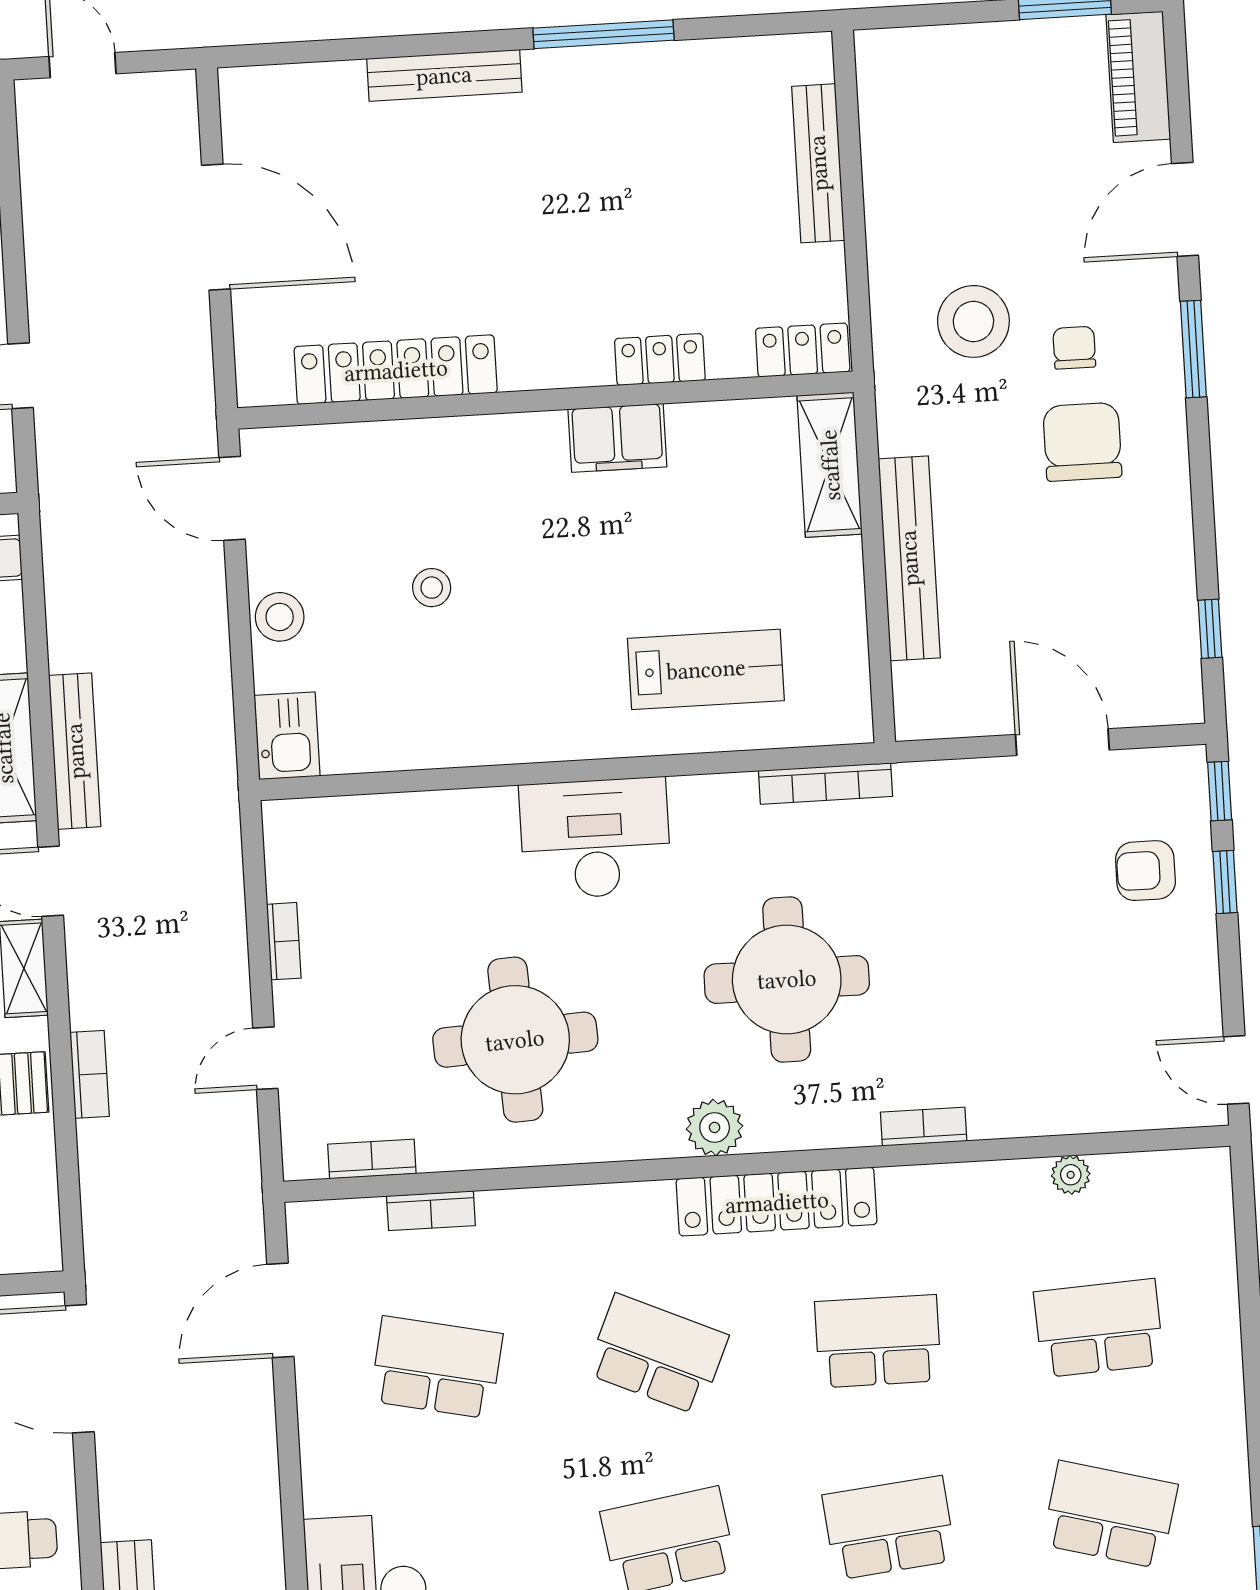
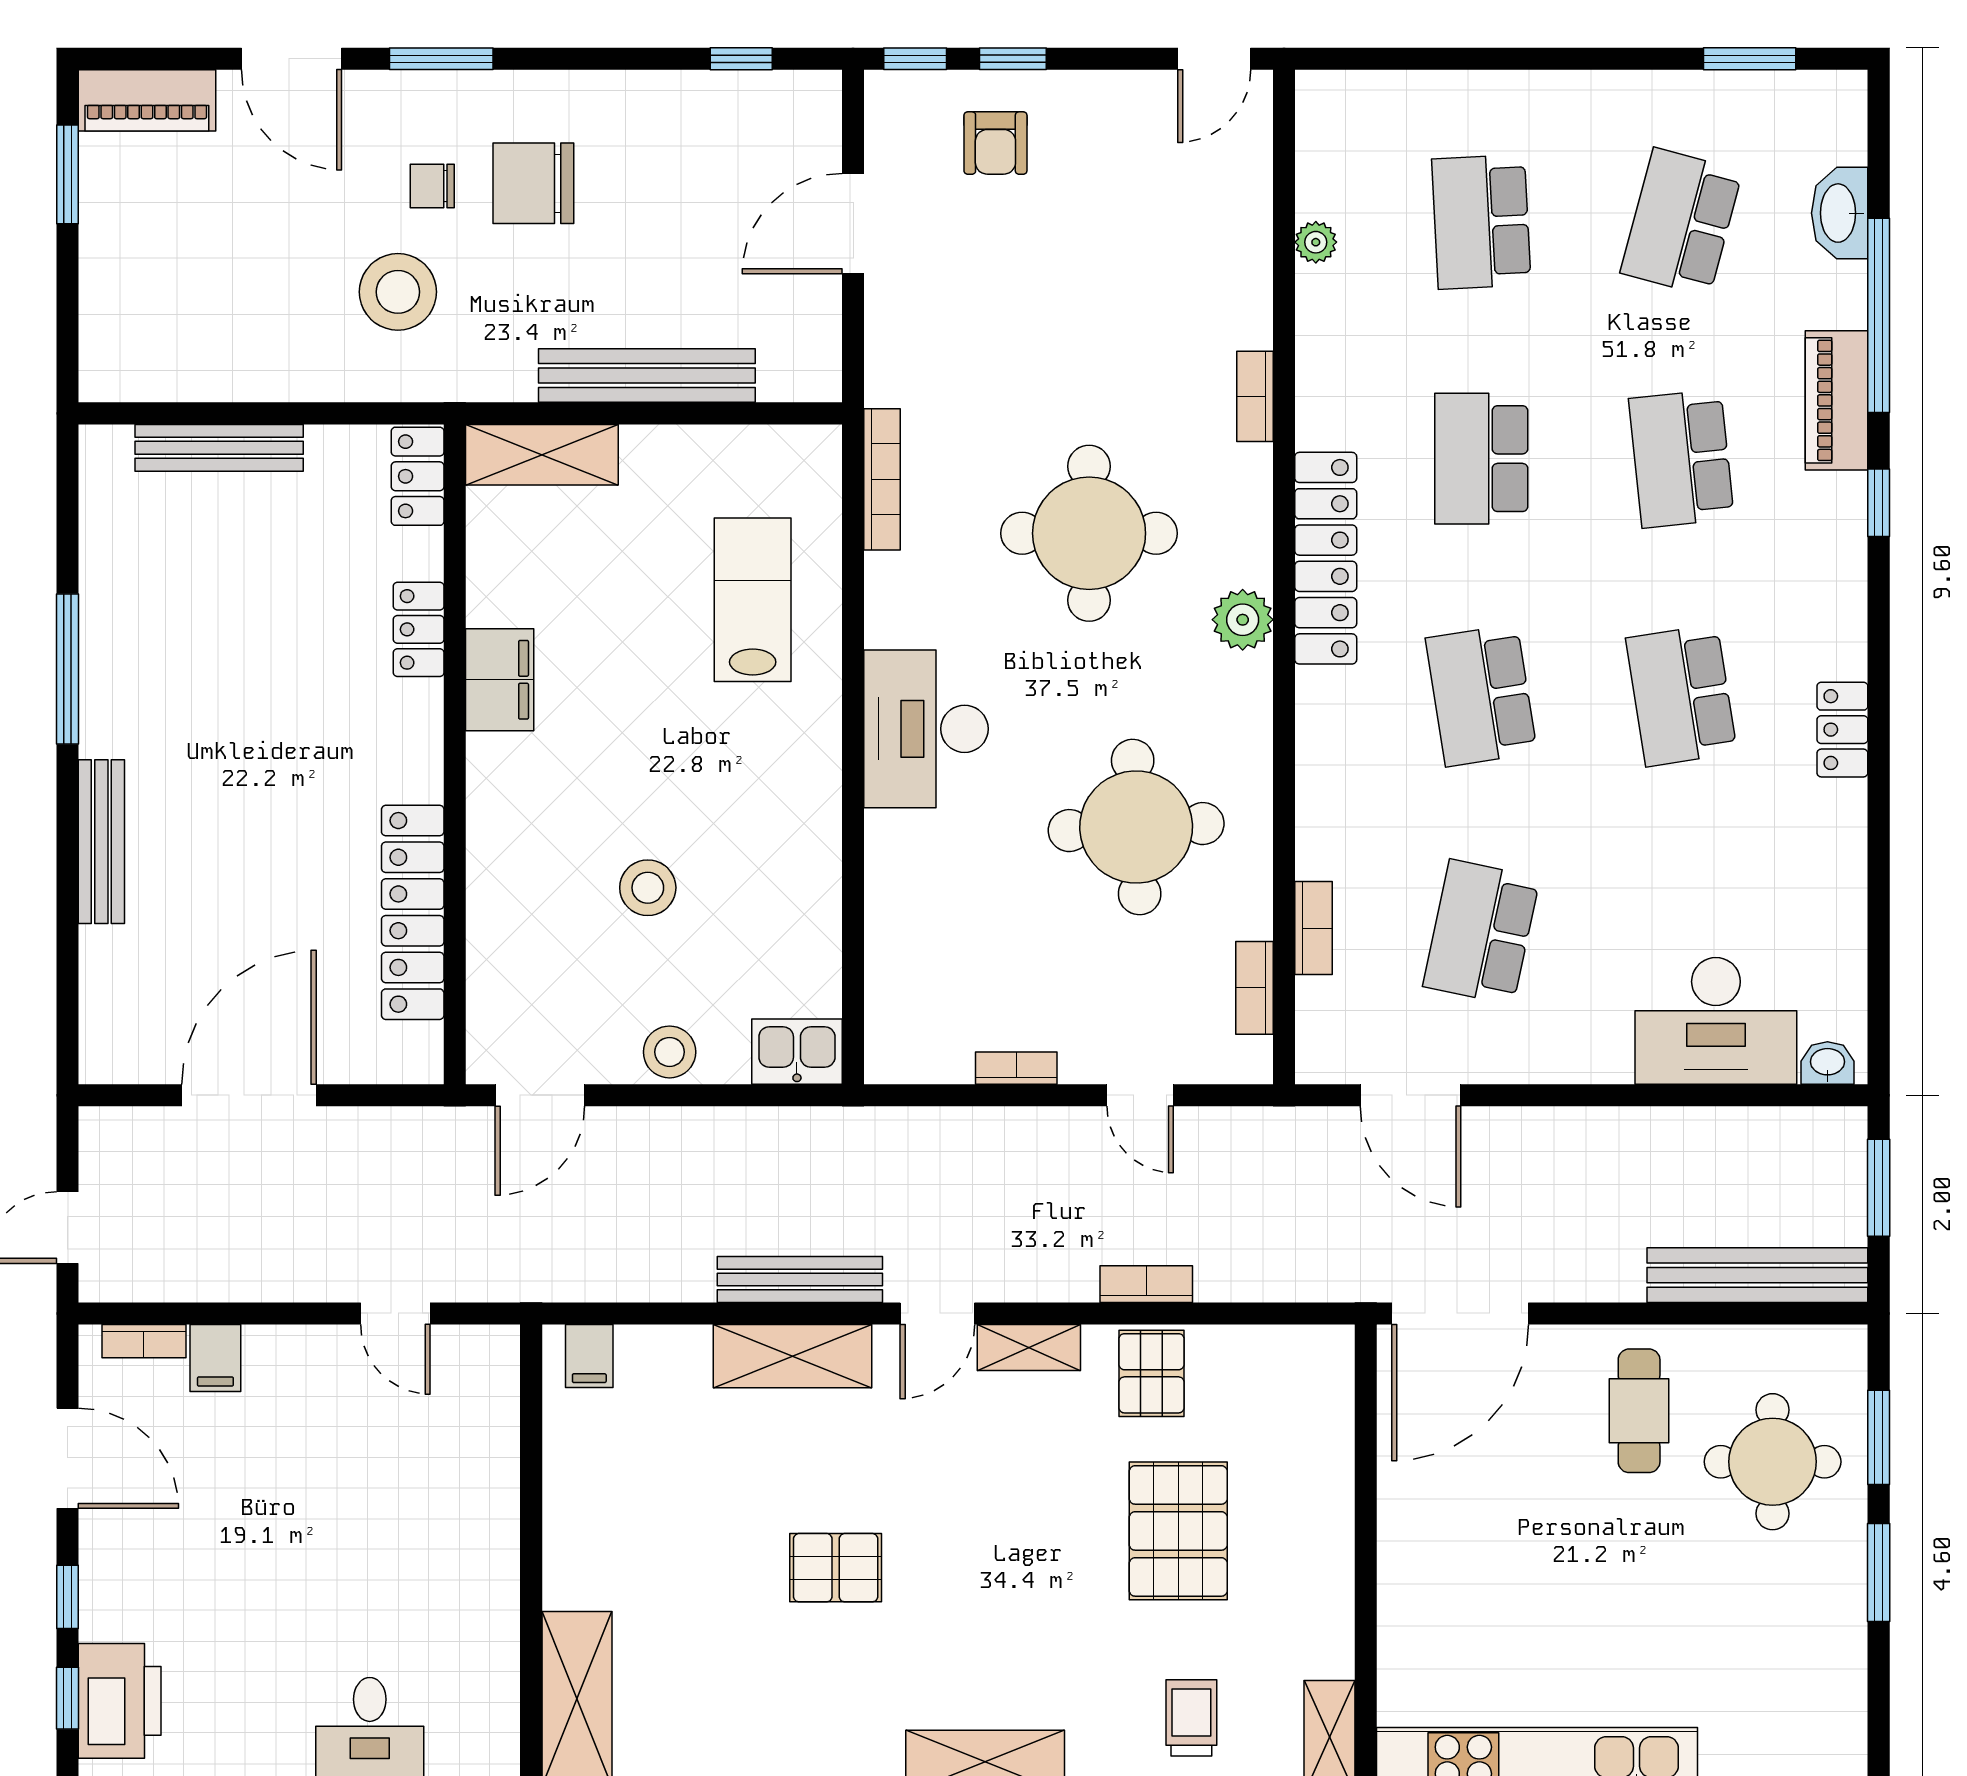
stool: (432, 588) -> (648, 888), width x1.37, depth x1.37
school desk: (657, 1354) -> (1481, 695), turned -33

